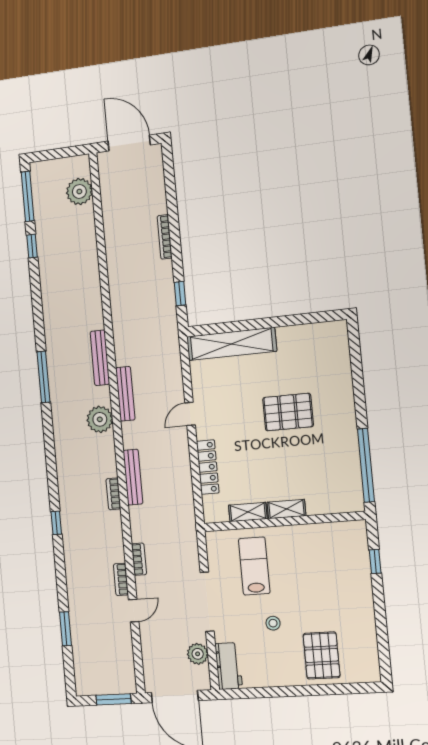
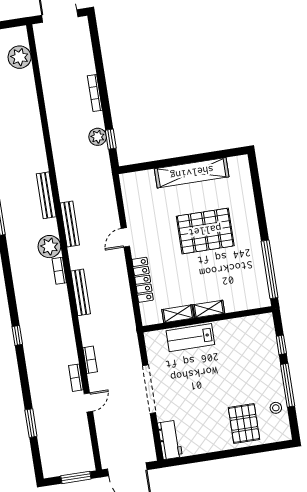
shelving: (231, 344) -> (192, 173), moved
pallet: (288, 412) -> (205, 231), width x1.37, depth x1.41
bookcase: (113, 494) -> (59, 271), moved
lab bench: (254, 566) -> (190, 338), moved, turned -90
window: (380, 613) -> (288, 385), added
stool: (273, 623) -> (276, 408), moved
plant: (198, 654) -> (98, 137), moved

